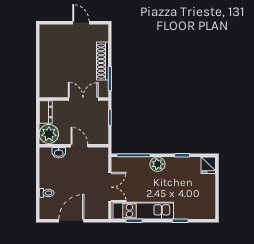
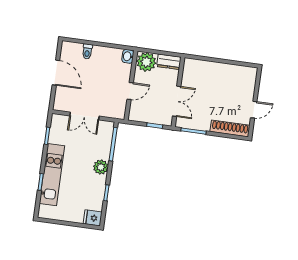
shoe rack: (102, 61) -> (230, 128), moved
washbasin: (59, 153) -> (128, 56), moved
kitchen unit: (143, 211) -> (52, 175), moved

